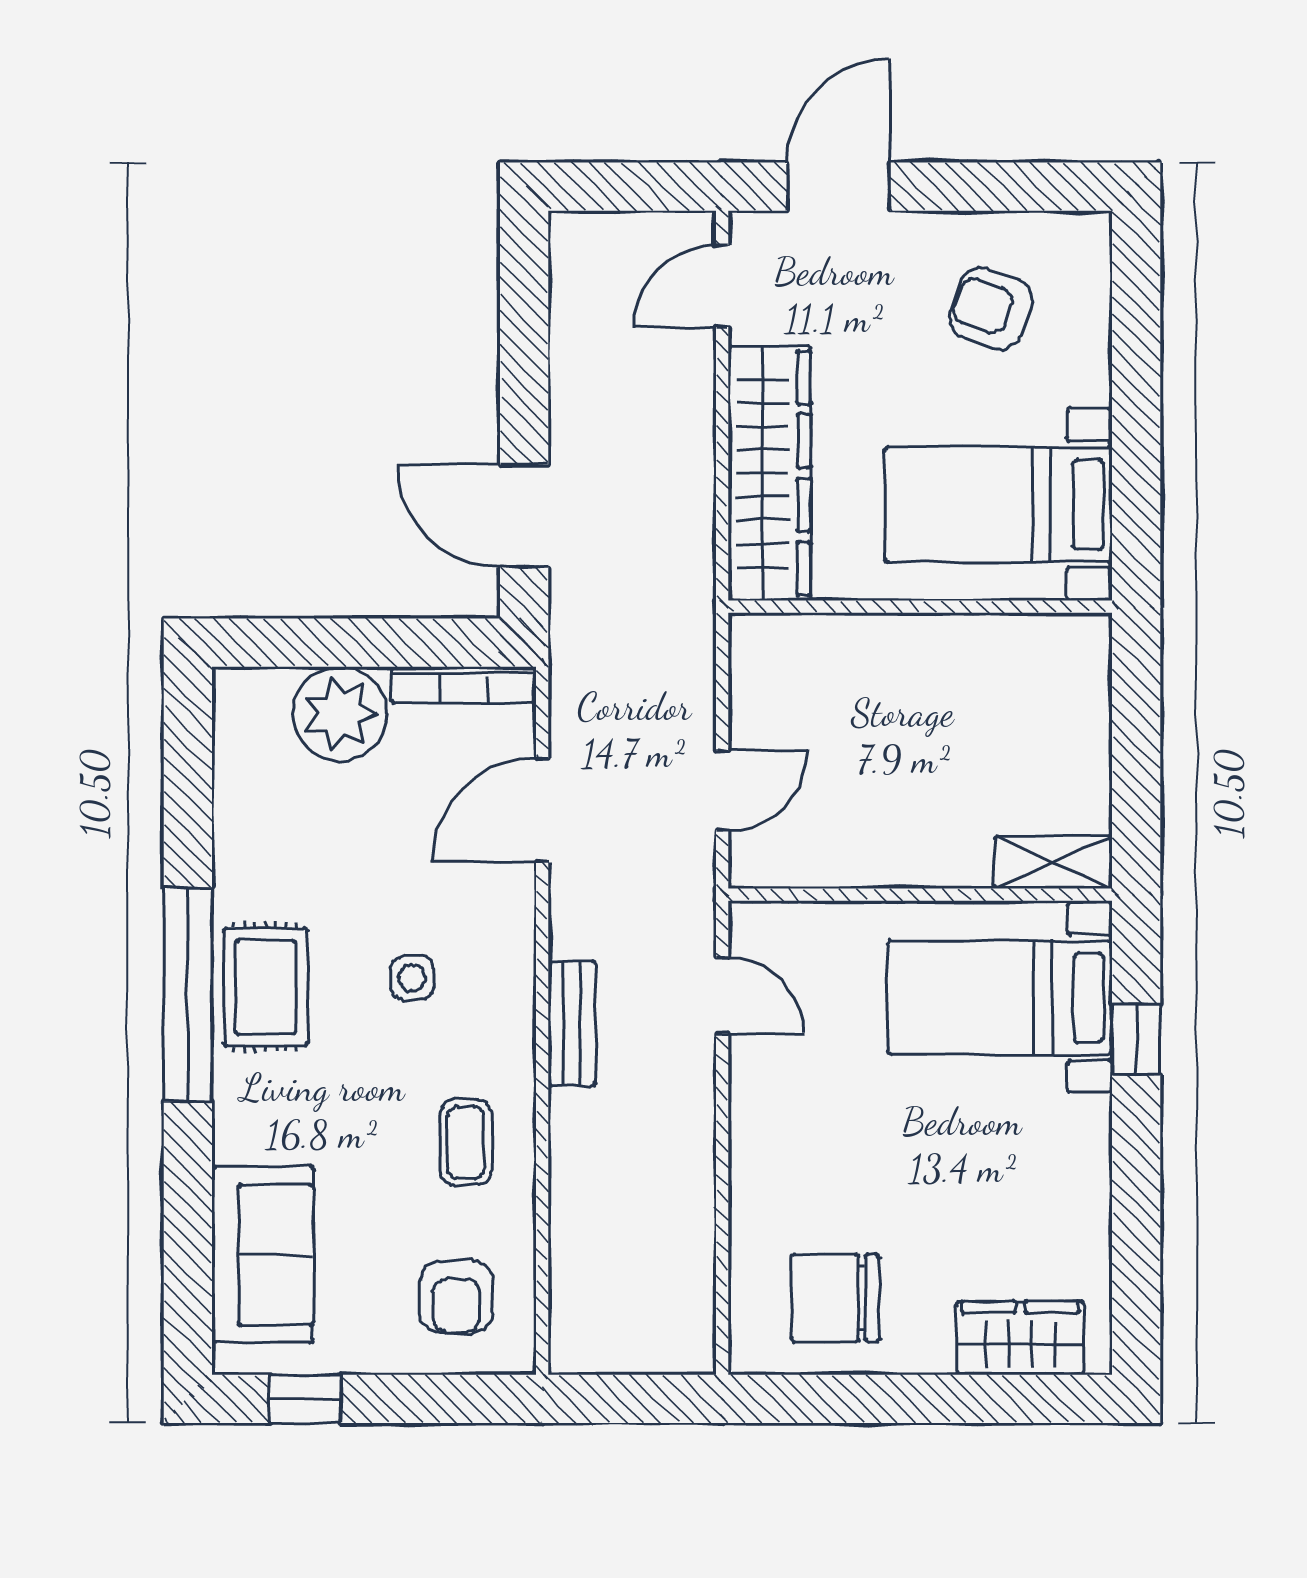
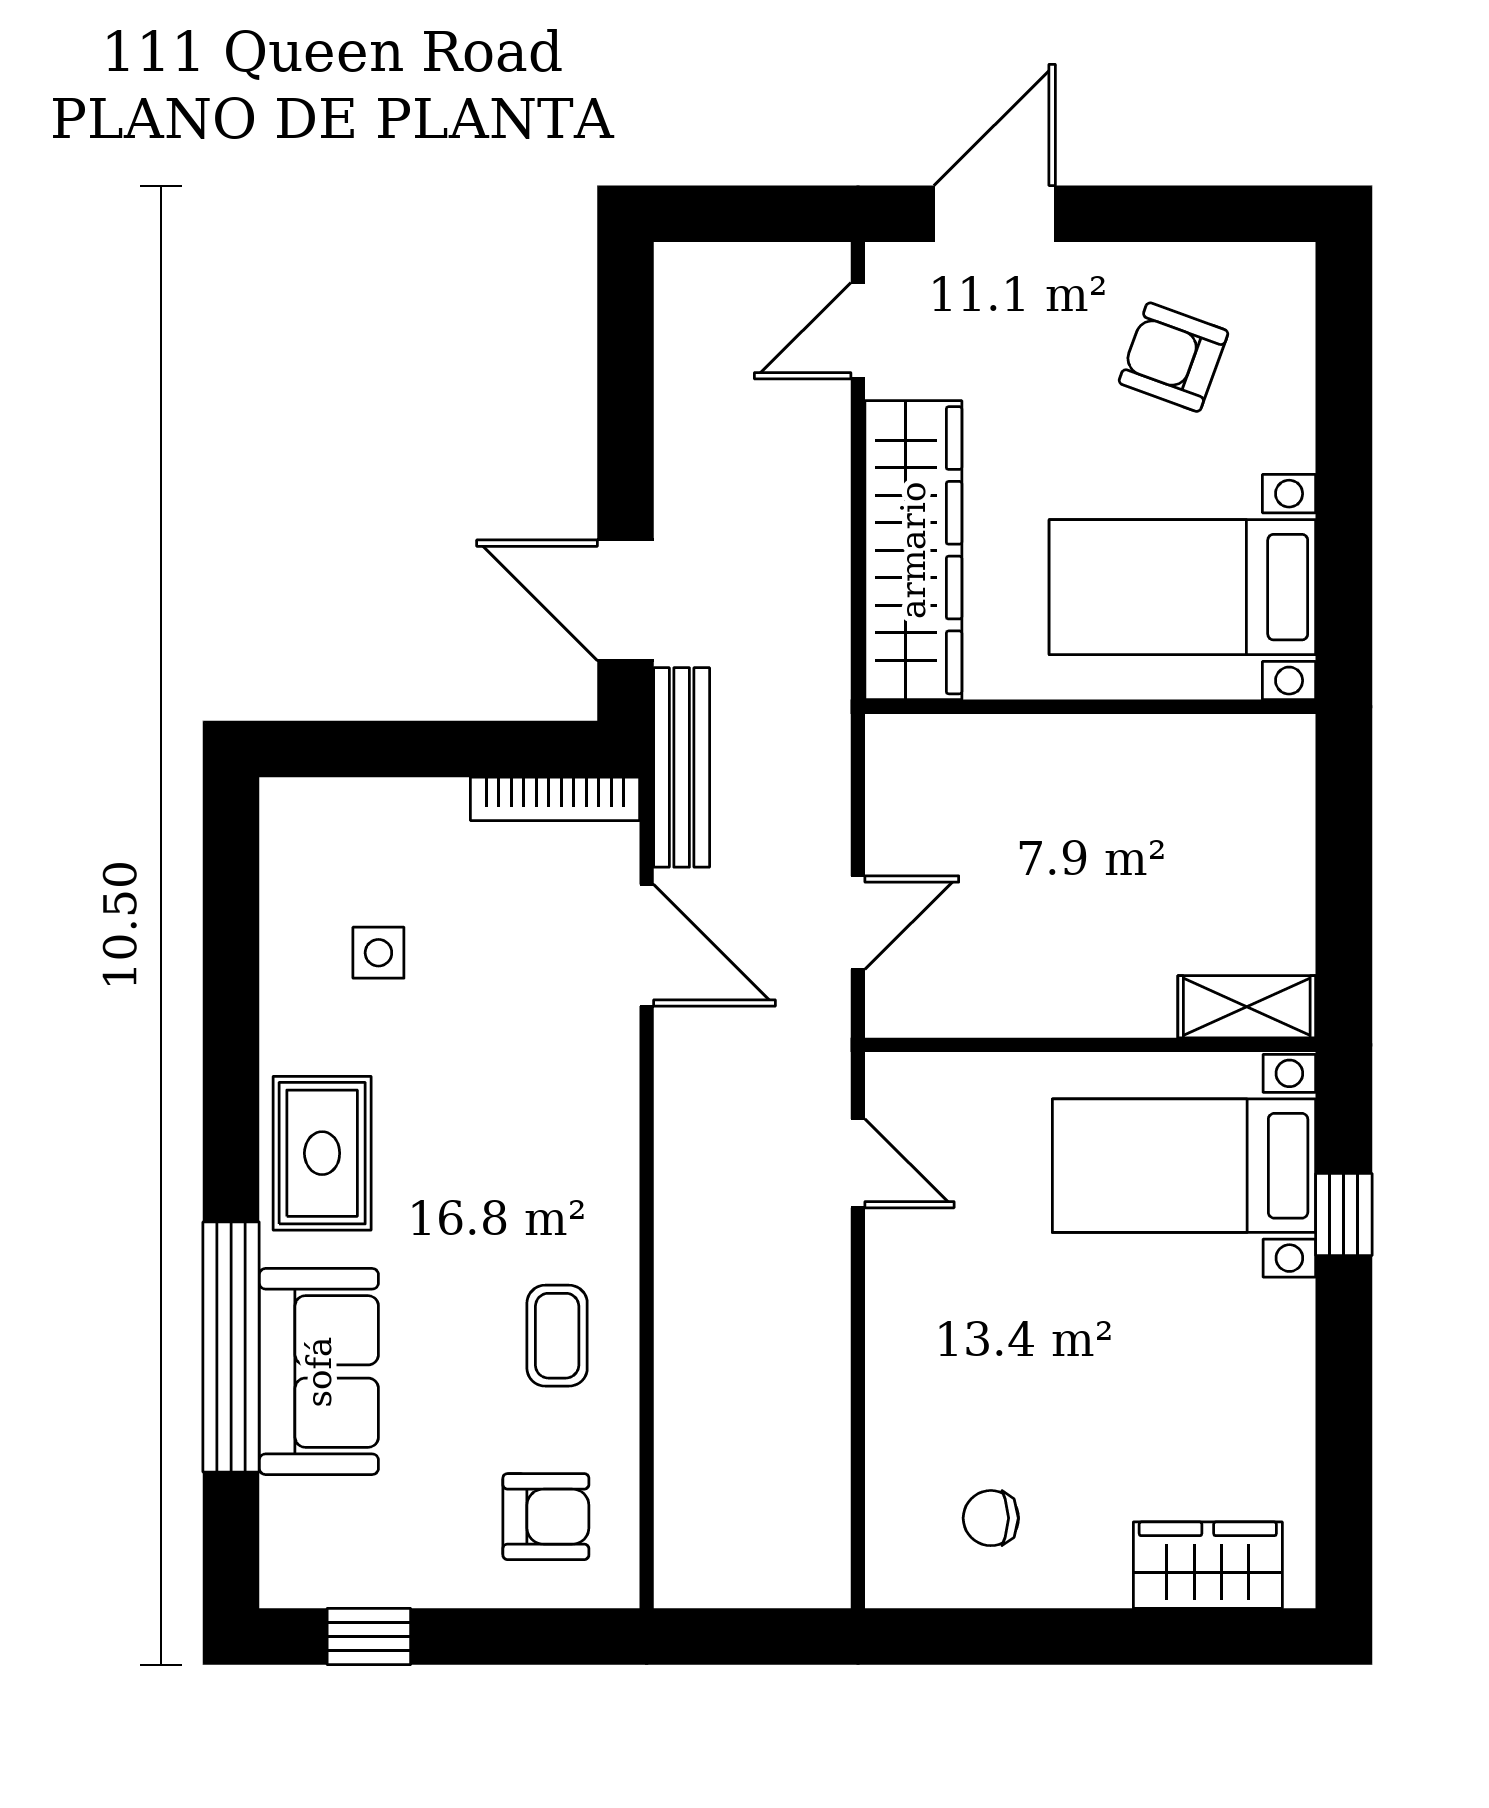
plant: (340, 714) -> (409, 833), removed
door: (542, 810) -> (647, 945), swing flipped
side table: (412, 978) -> (378, 953), moved
window: (188, 994) -> (231, 1347), moved
bench: (572, 1024) -> (682, 767), moved, width x1.36
sofa: (263, 1255) -> (319, 1372), moved
armchair: (456, 1297) -> (546, 1517), turned -90
chair: (835, 1298) -> (991, 1518), width x0.54, depth x0.54

